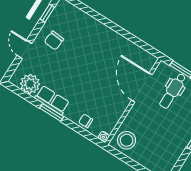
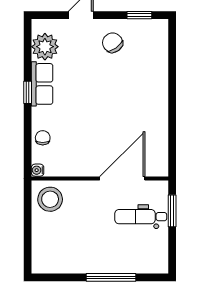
chair: (54, 40) -> (113, 43), turned 48
window: (52, 112) -> (28, 92), width x0.67

